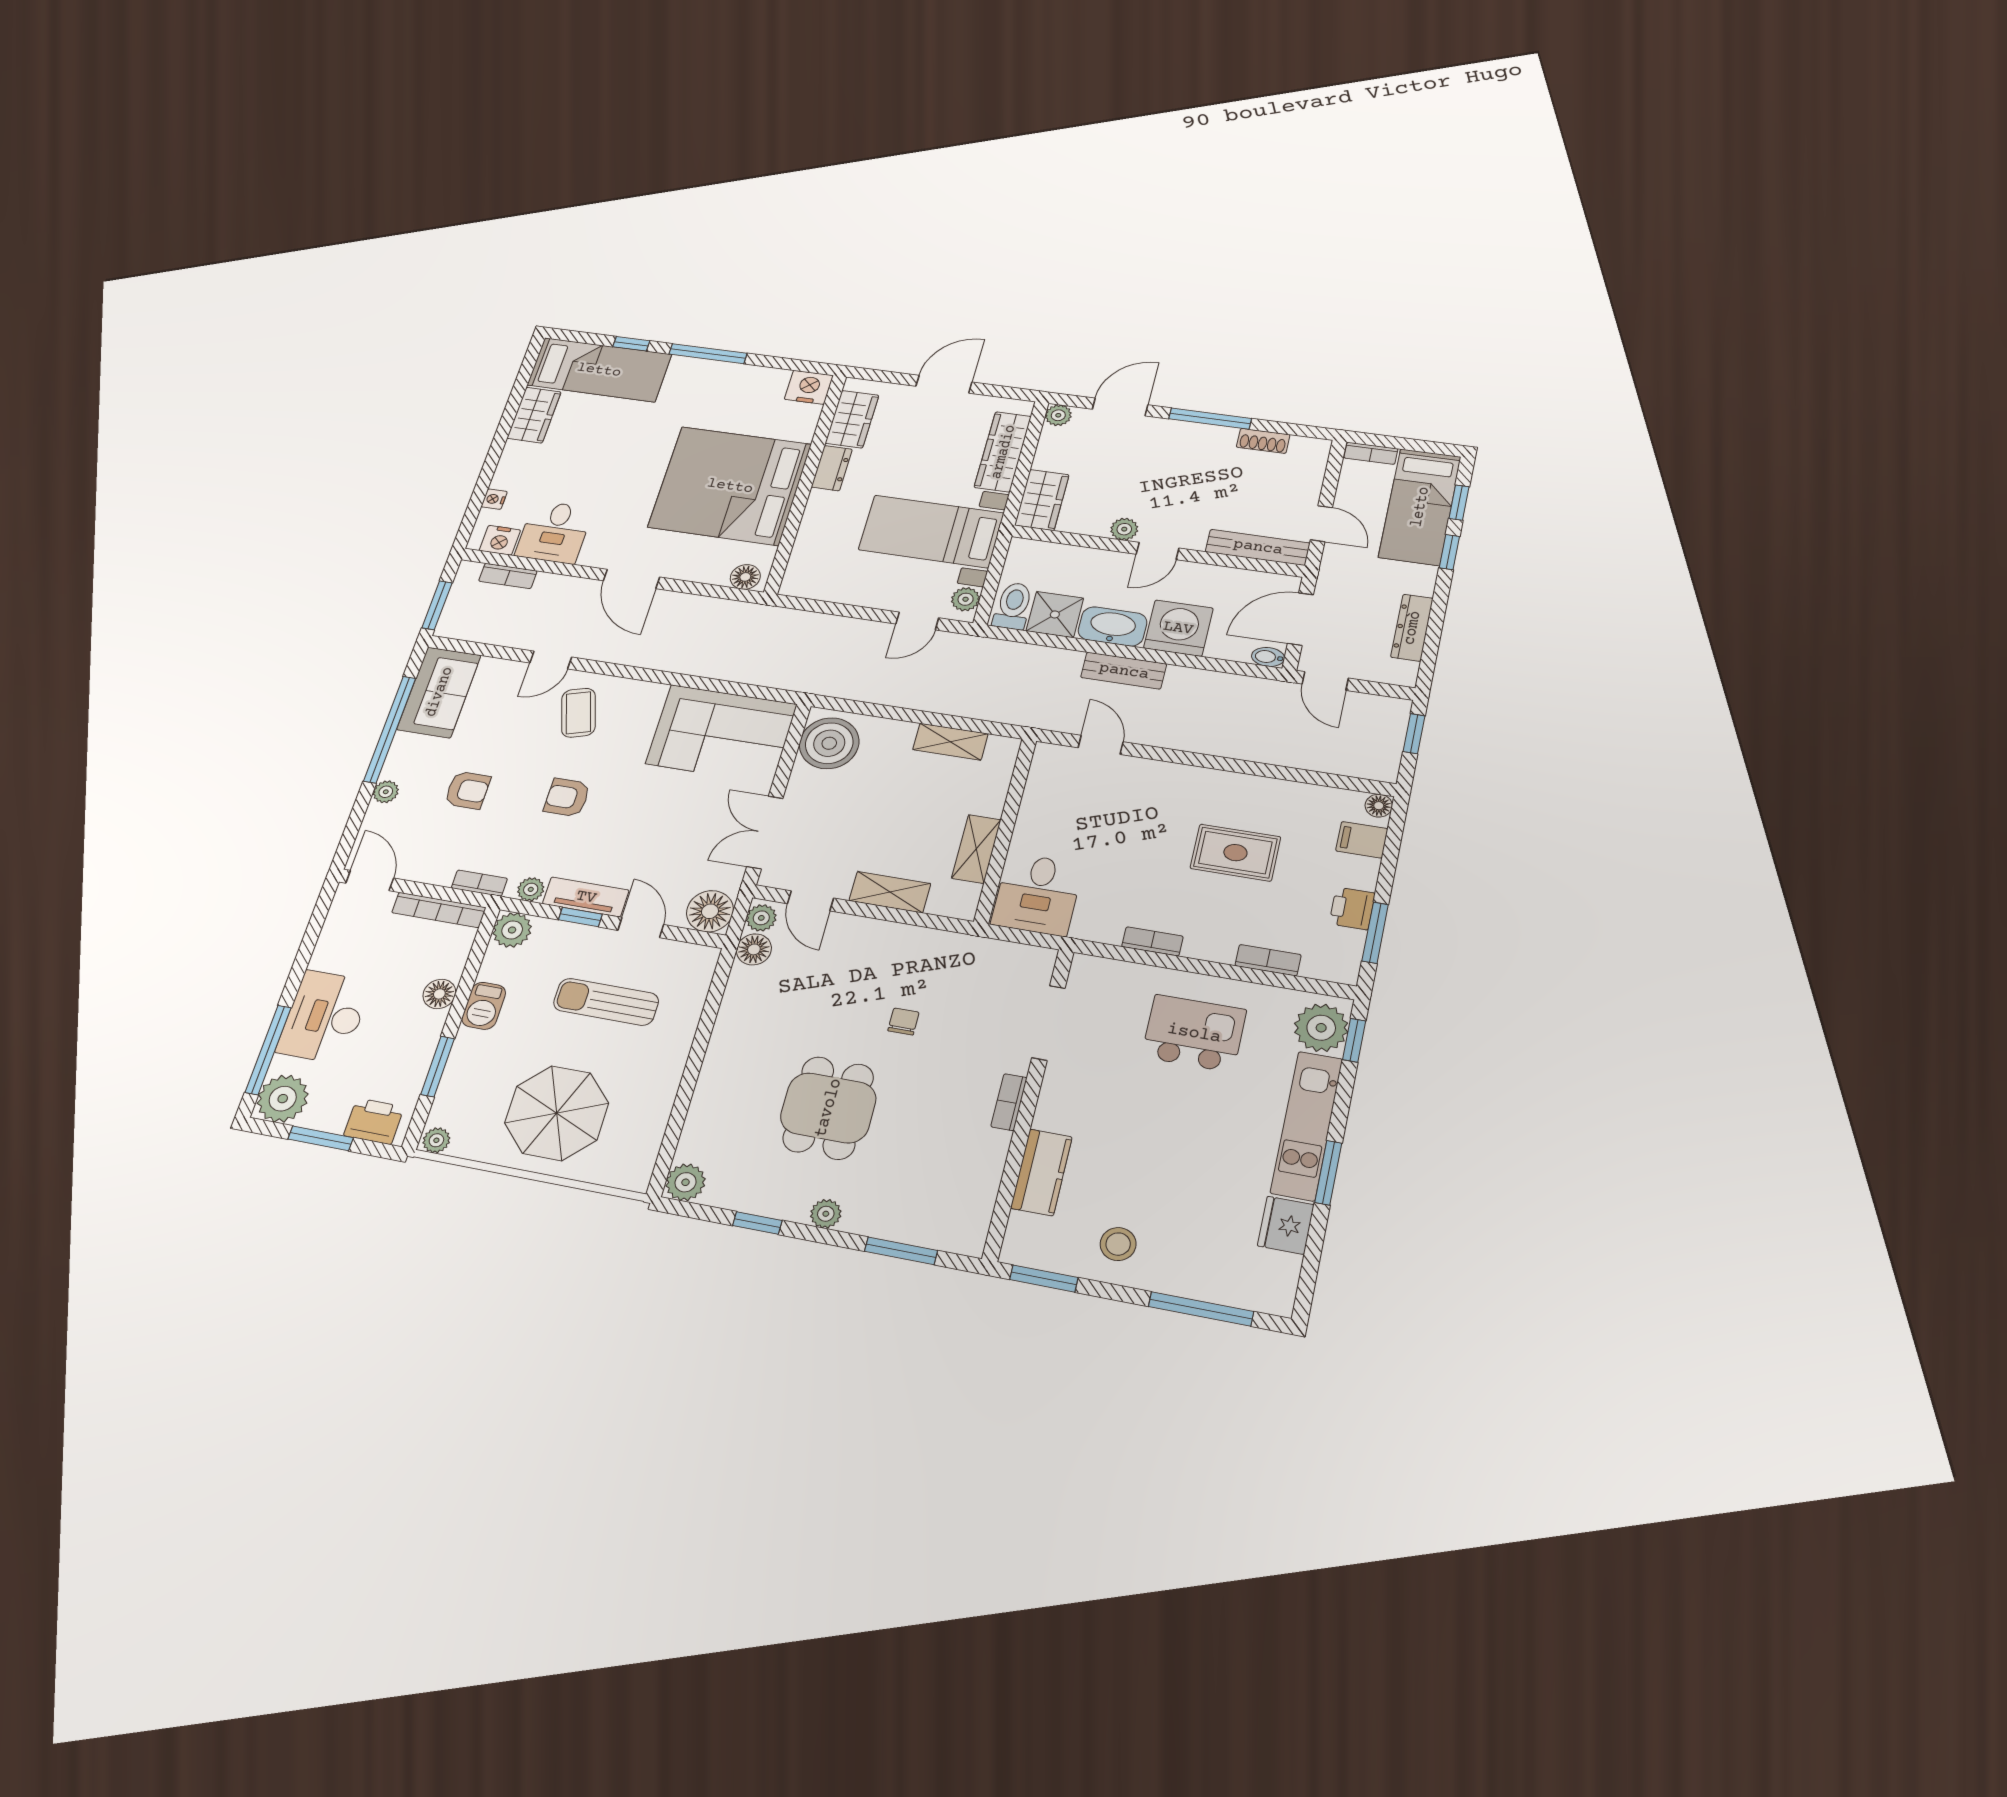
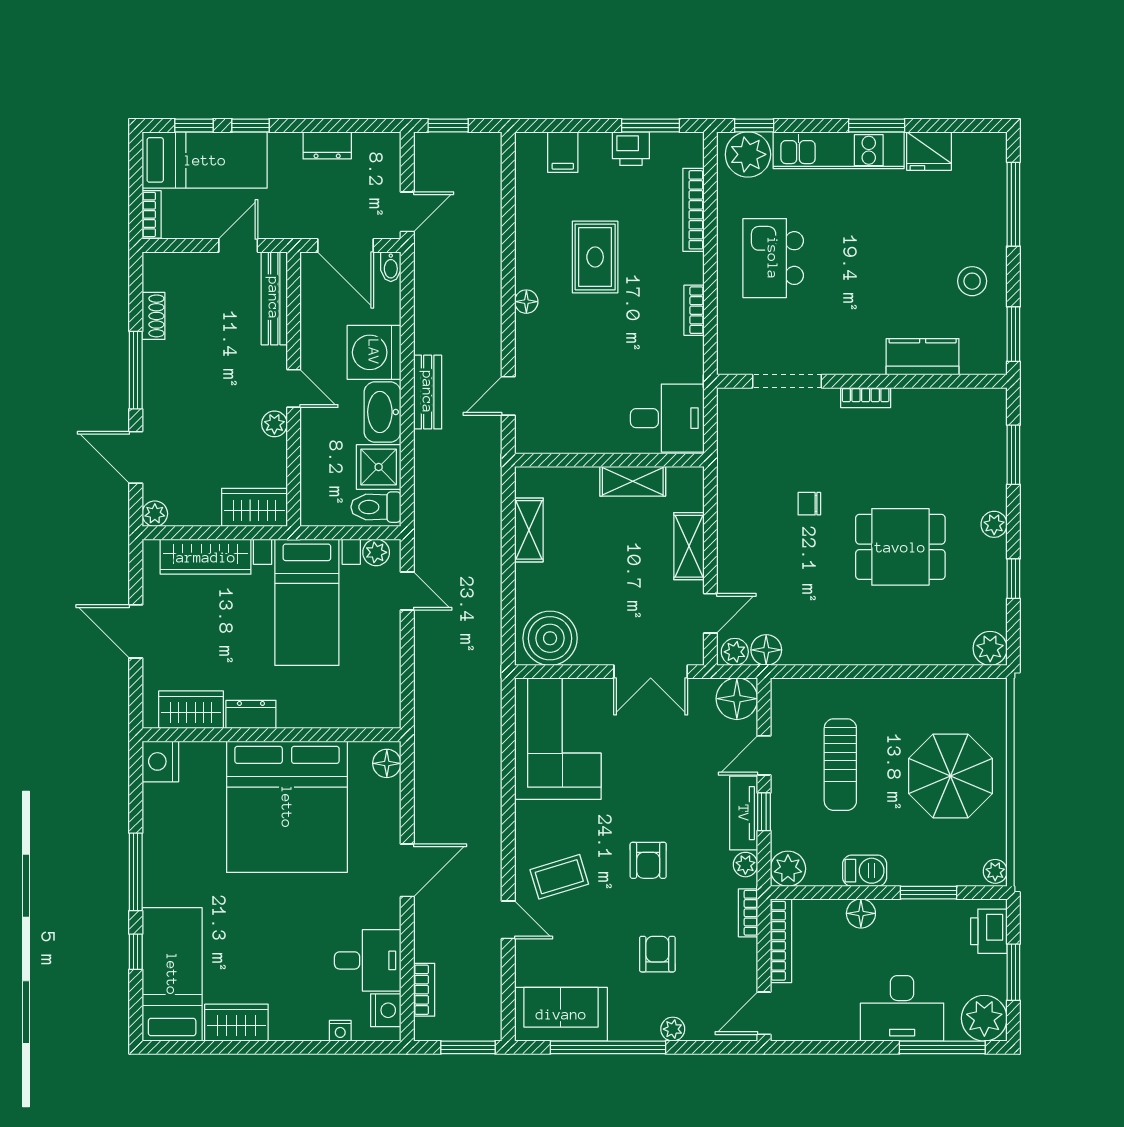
dresser: (1412, 628) -> (327, 145), width x0.70
floor lamp: (1379, 806) -> (526, 302), moved
bookcase: (1268, 960) -> (693, 210), width x1.56

